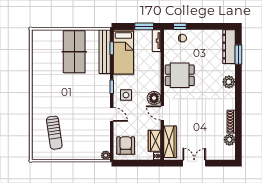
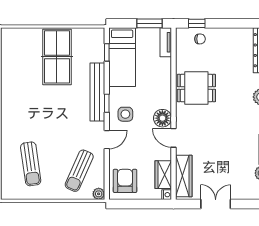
bench: (105, 52) -> (97, 92), moved
door: (112, 114) -> (107, 140), hinge flipped
sun lounger: (91, 138) -> (79, 171), added

